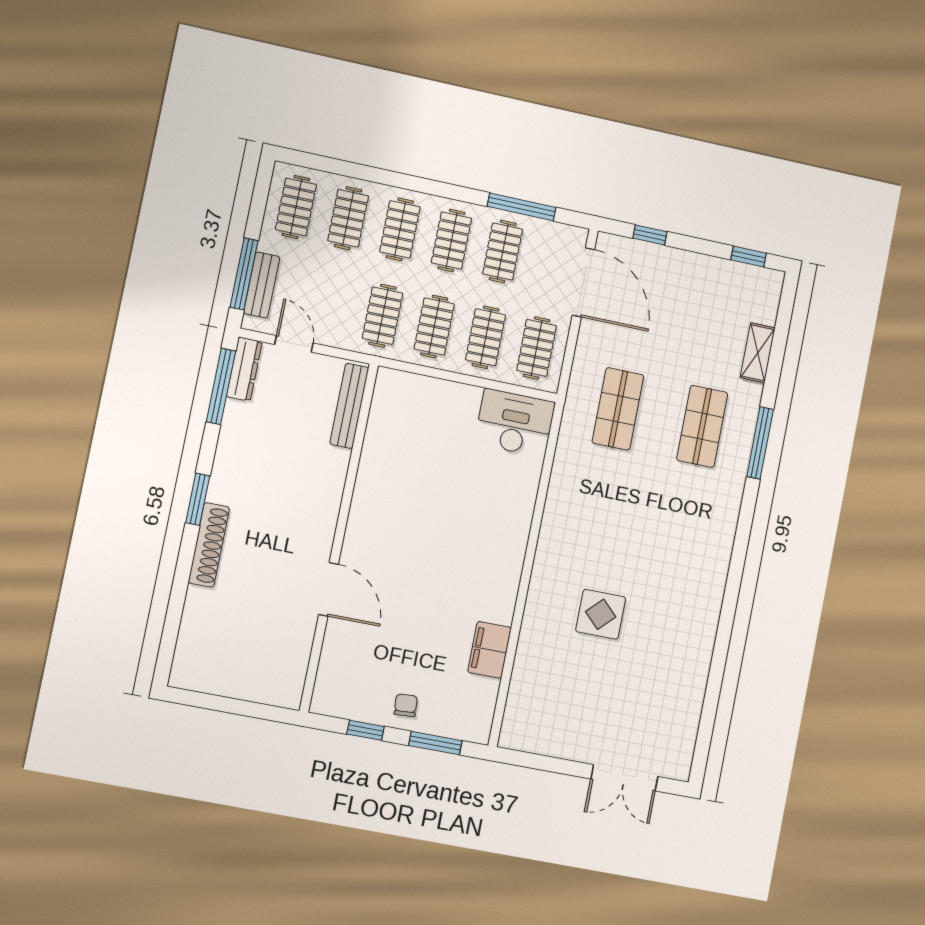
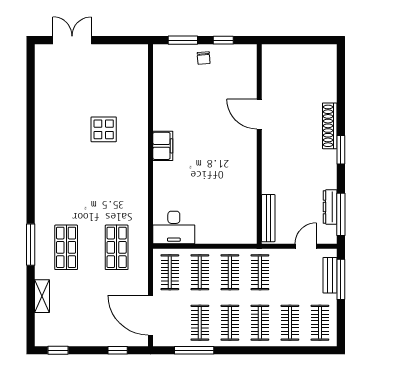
door: (294, 344) -> (306, 246), swing flipped
dresser: (244, 369) -> (330, 207), moved
filing cabinet: (489, 650) -> (163, 146), moved

